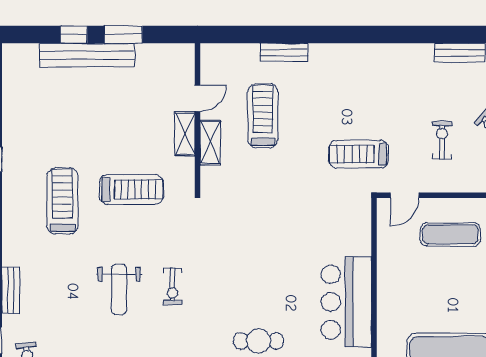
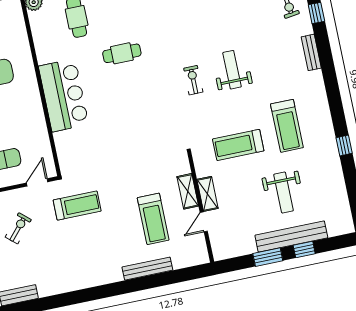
bench: (284, 52) -> (147, 269), width x1.36
weight bench: (85, 115) -> (284, 193), added
exercise bike: (442, 140) -> (18, 228), turned -139

